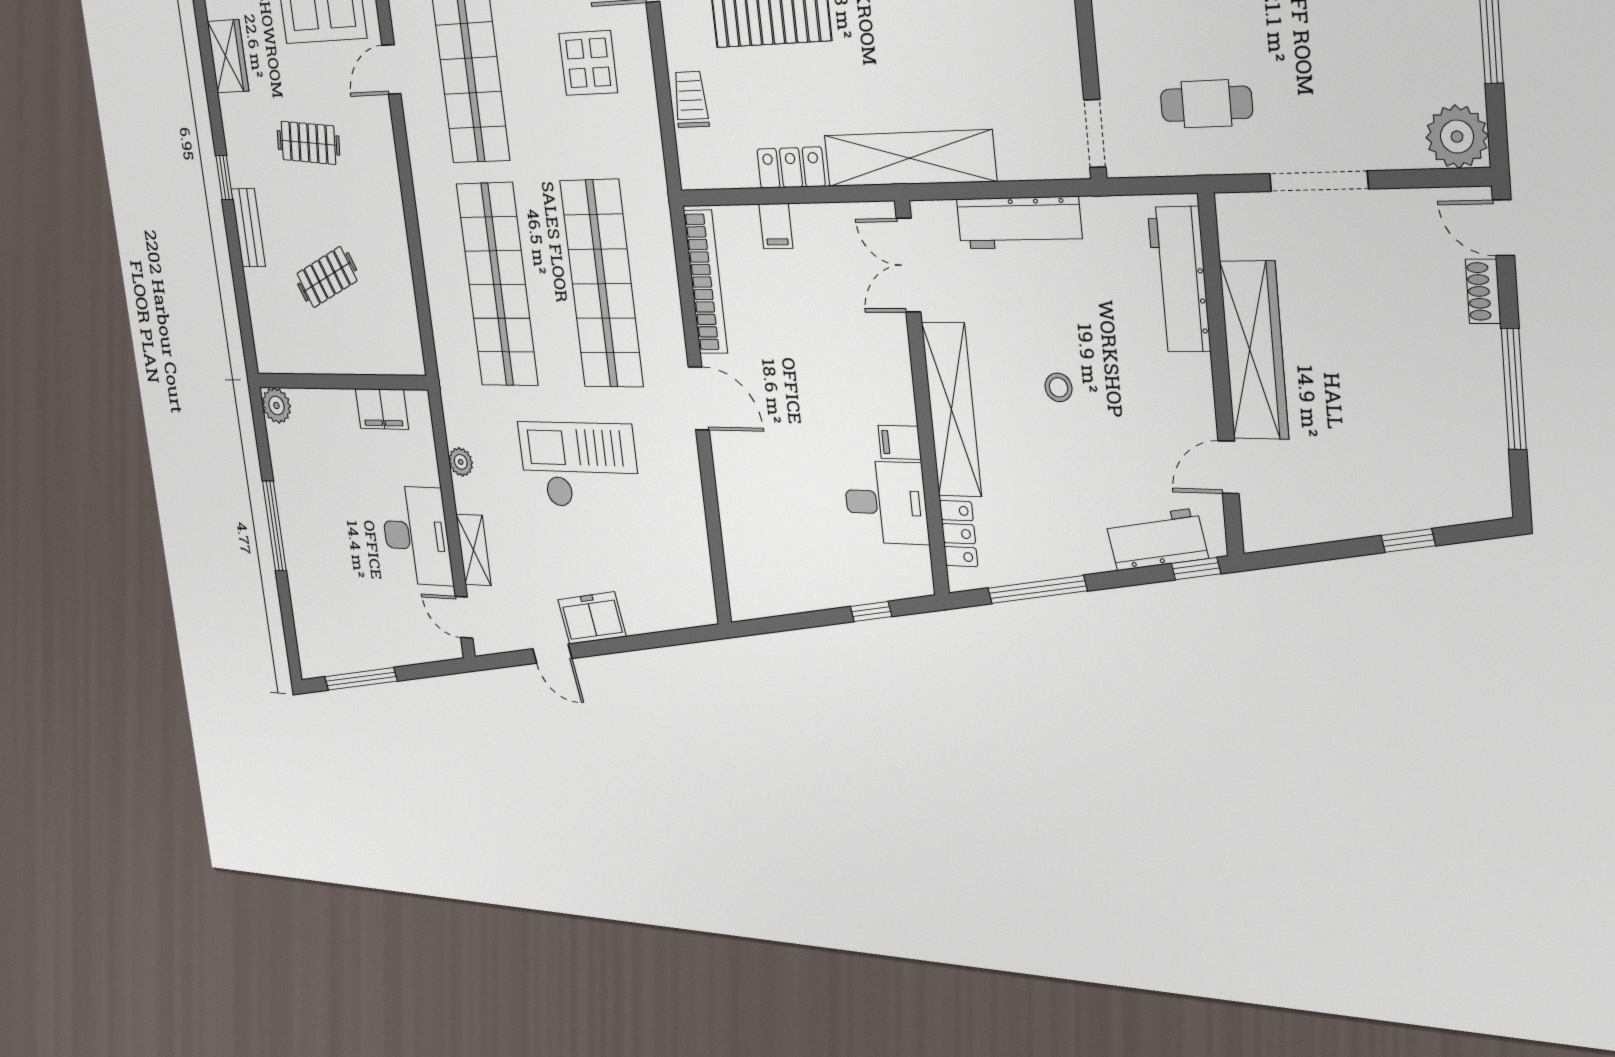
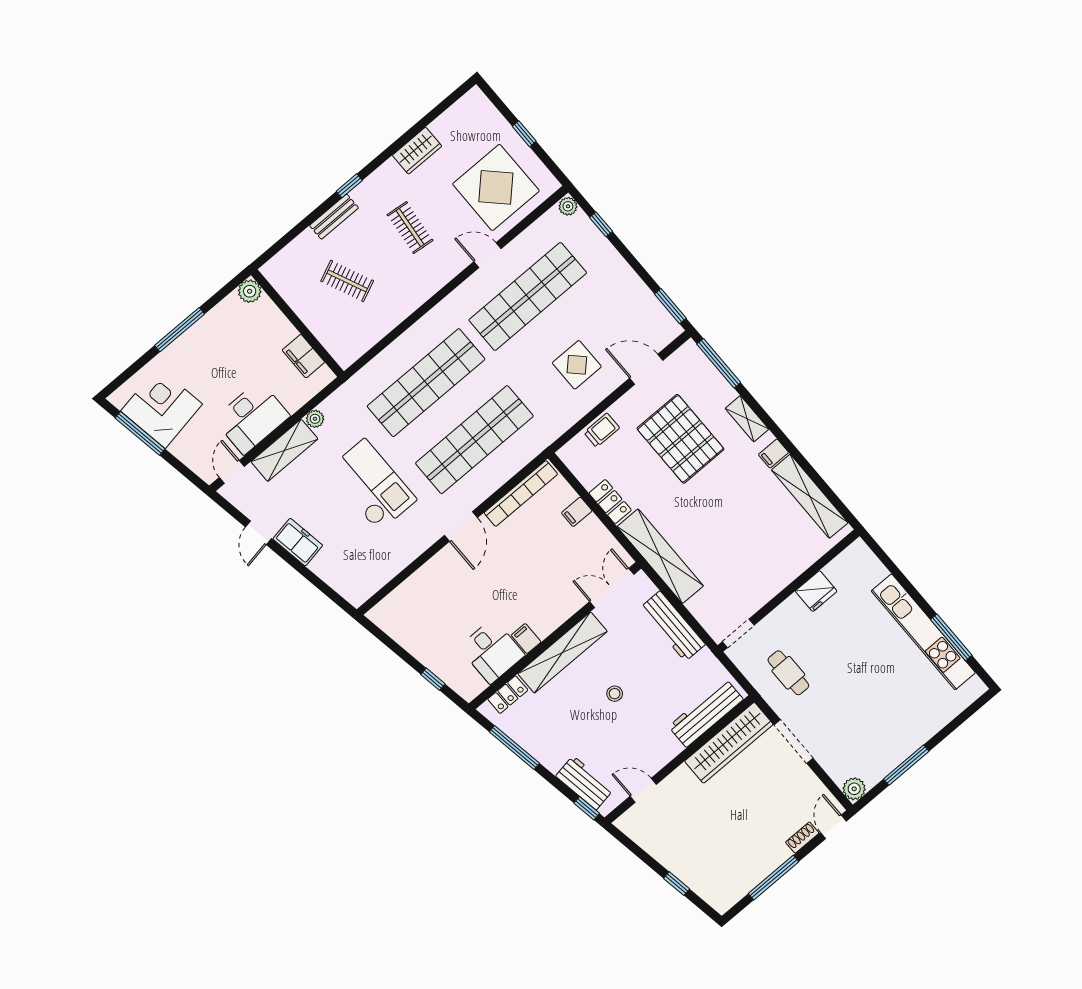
plant: (1457, 137) -> (854, 789), width x0.73, depth x0.73
wardrobe: (1254, 350) -> (729, 743), moved
shelving: (474, 550) -> (284, 450), width x1.50, depth x1.33
corner desk: (346, 628) -> (161, 408), added

